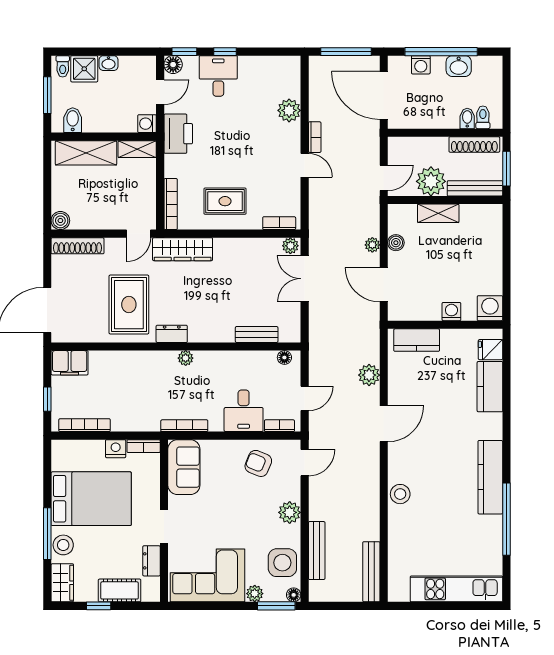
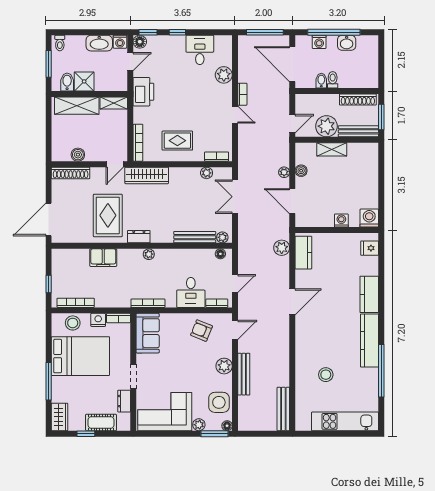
washbasin: (109, 63) -> (99, 43), width x1.91, depth x1.45
shower: (84, 69) -> (84, 81), moved
desk: (218, 76) -> (200, 50), moved
toilet: (483, 117) -> (333, 80), moved
bidet: (467, 118) -> (321, 81), moved
washing machine: (147, 124) -> (120, 42), moved, turned -90
boiler: (60, 221) -> (78, 155), moved
plant: (290, 246) -> (207, 173), moved
bench: (257, 334) -> (195, 237), width x1.36
plant: (287, 335) -> (222, 237), added
kitchen counter: (417, 340) -> (303, 253), moved, turned -90
filing cabinet: (70, 363) -> (103, 258), moved
plant: (369, 375) -> (282, 248), moved
kitchen counter: (490, 387) -> (369, 294), moved
stool: (400, 494) -> (326, 375), moved
stool: (63, 545) -> (73, 323), moved
bench: (317, 551) -> (244, 374), moved

